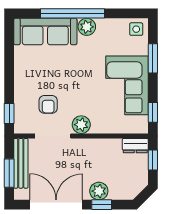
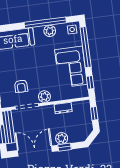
window: (72, 13) -> (45, 23), moved
plant: (87, 27) -> (50, 31), moved
window: (153, 58) -> (86, 47), width x2.11
dresser: (135, 146) -> (63, 108), moved

